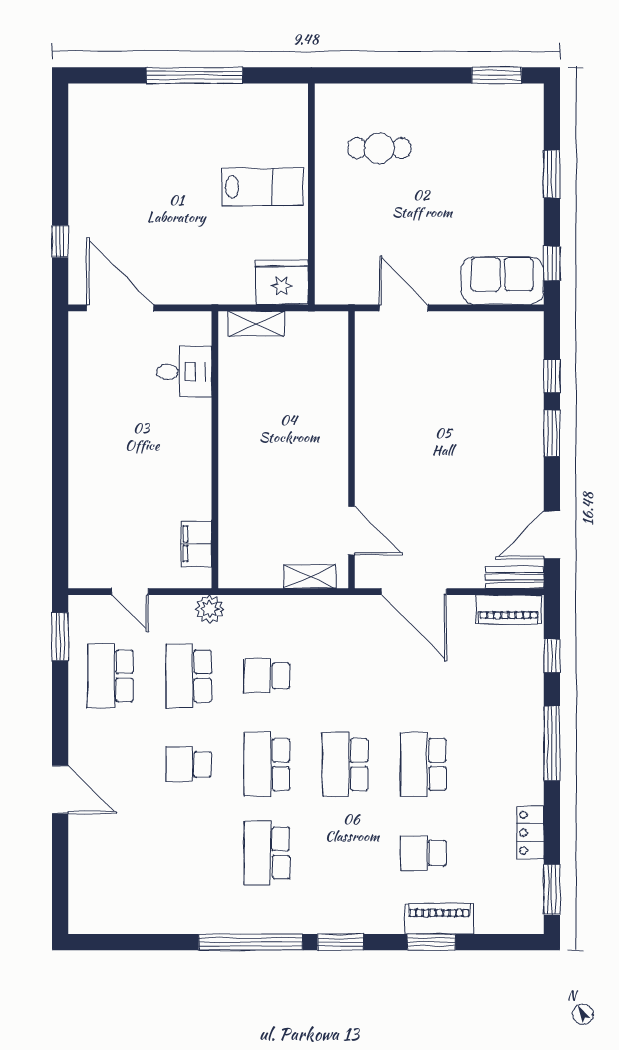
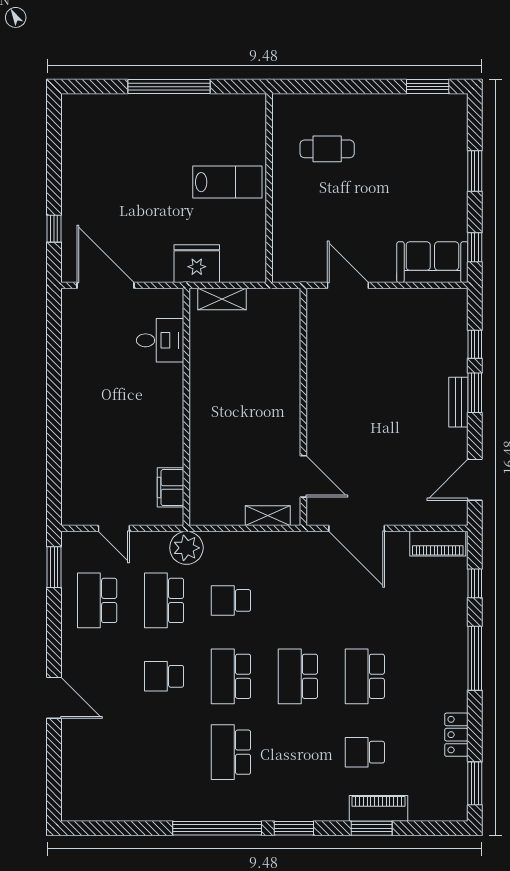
fridge: (282, 282) -> (197, 264), moved
bench: (515, 577) -> (458, 402), moved, turned 90
plant: (210, 609) -> (186, 548), width x1.36, depth x1.36

